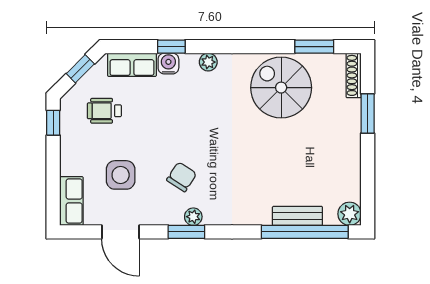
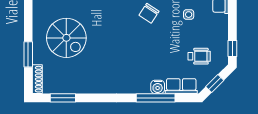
window: (171, 47) -> (156, 98), width x2.17
plant: (208, 62) -> (132, 88), removed
spiral stairs: (281, 88) -> (66, 38), moved
side table: (121, 175) -> (189, 15), width x0.54, depth x0.54

